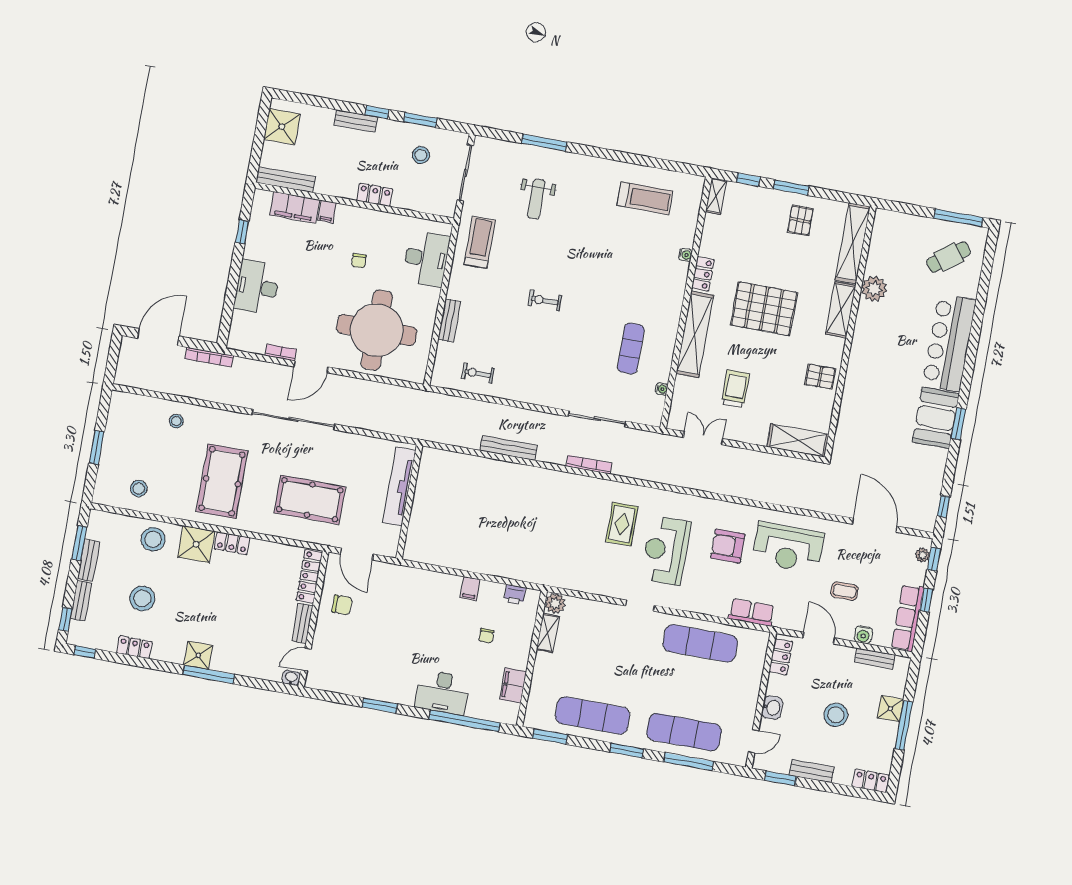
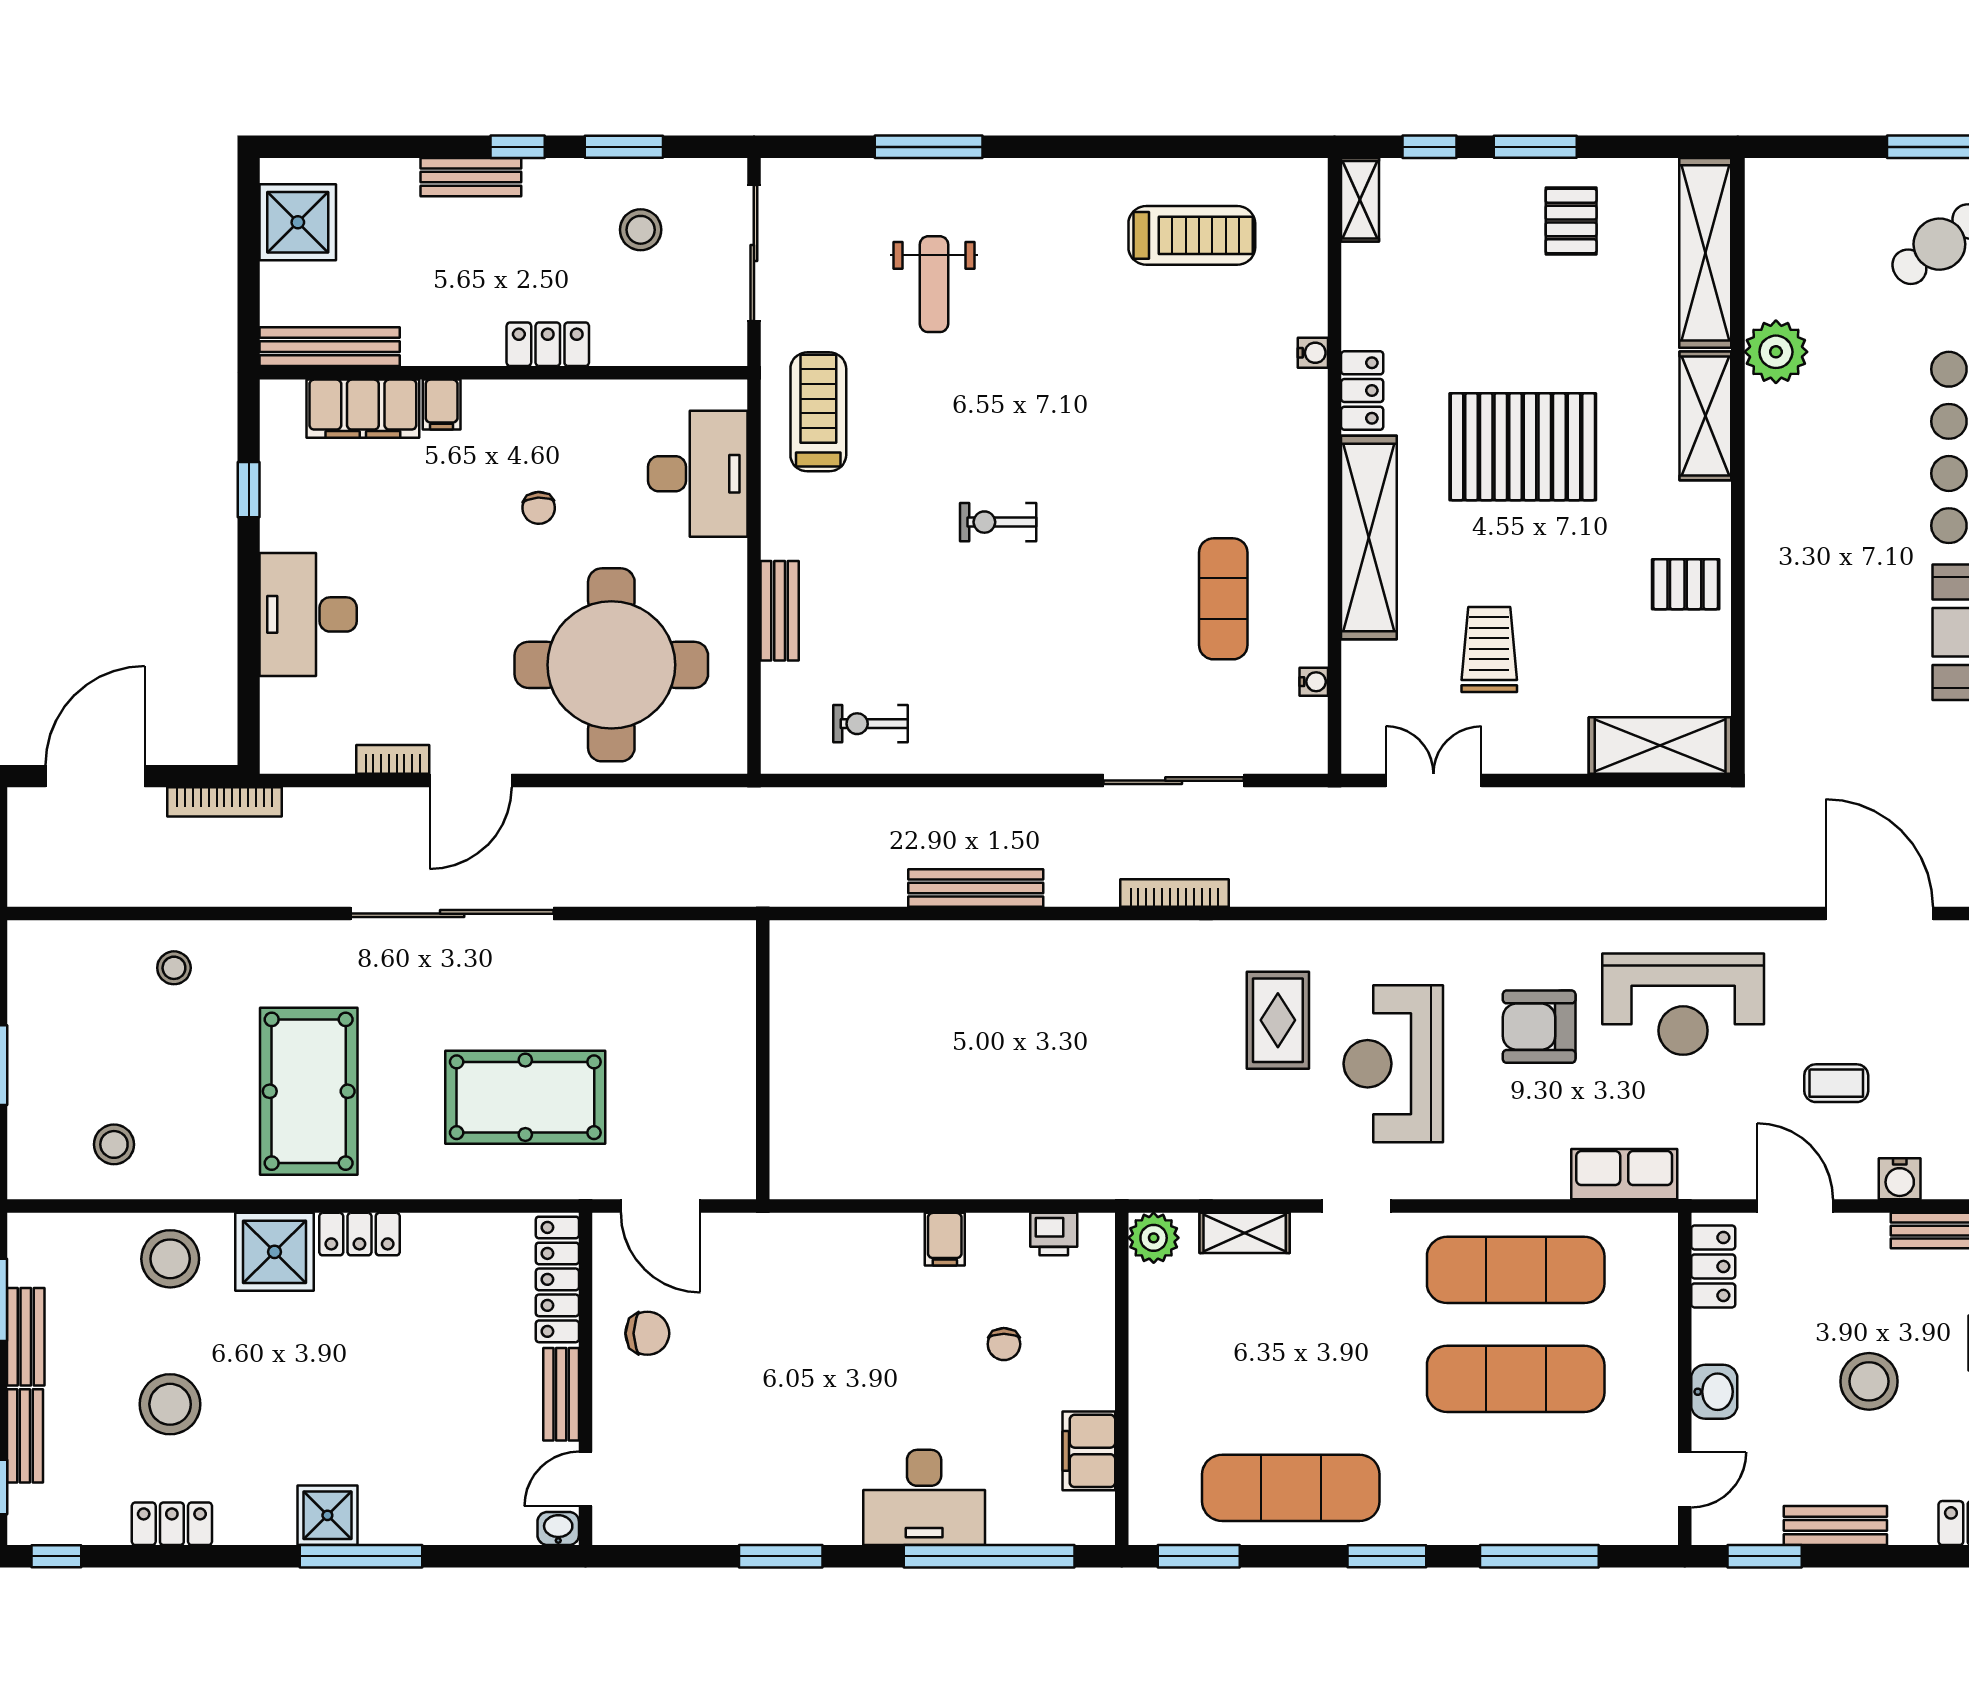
tv unit: (399, 486) -> (732, 1027), removed
shelving: (548, 633) -> (1245, 1233), moved, turned 90
exercise mat: (684, 732) -> (1516, 1379), moved

